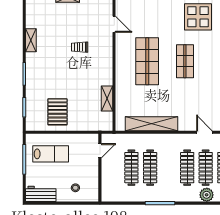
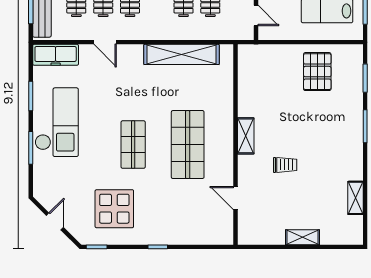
shelving: (31, 40) -> (356, 198), moved
shelving: (107, 99) -> (246, 136), moved
door: (100, 151) -> (256, 15), swing flipped

